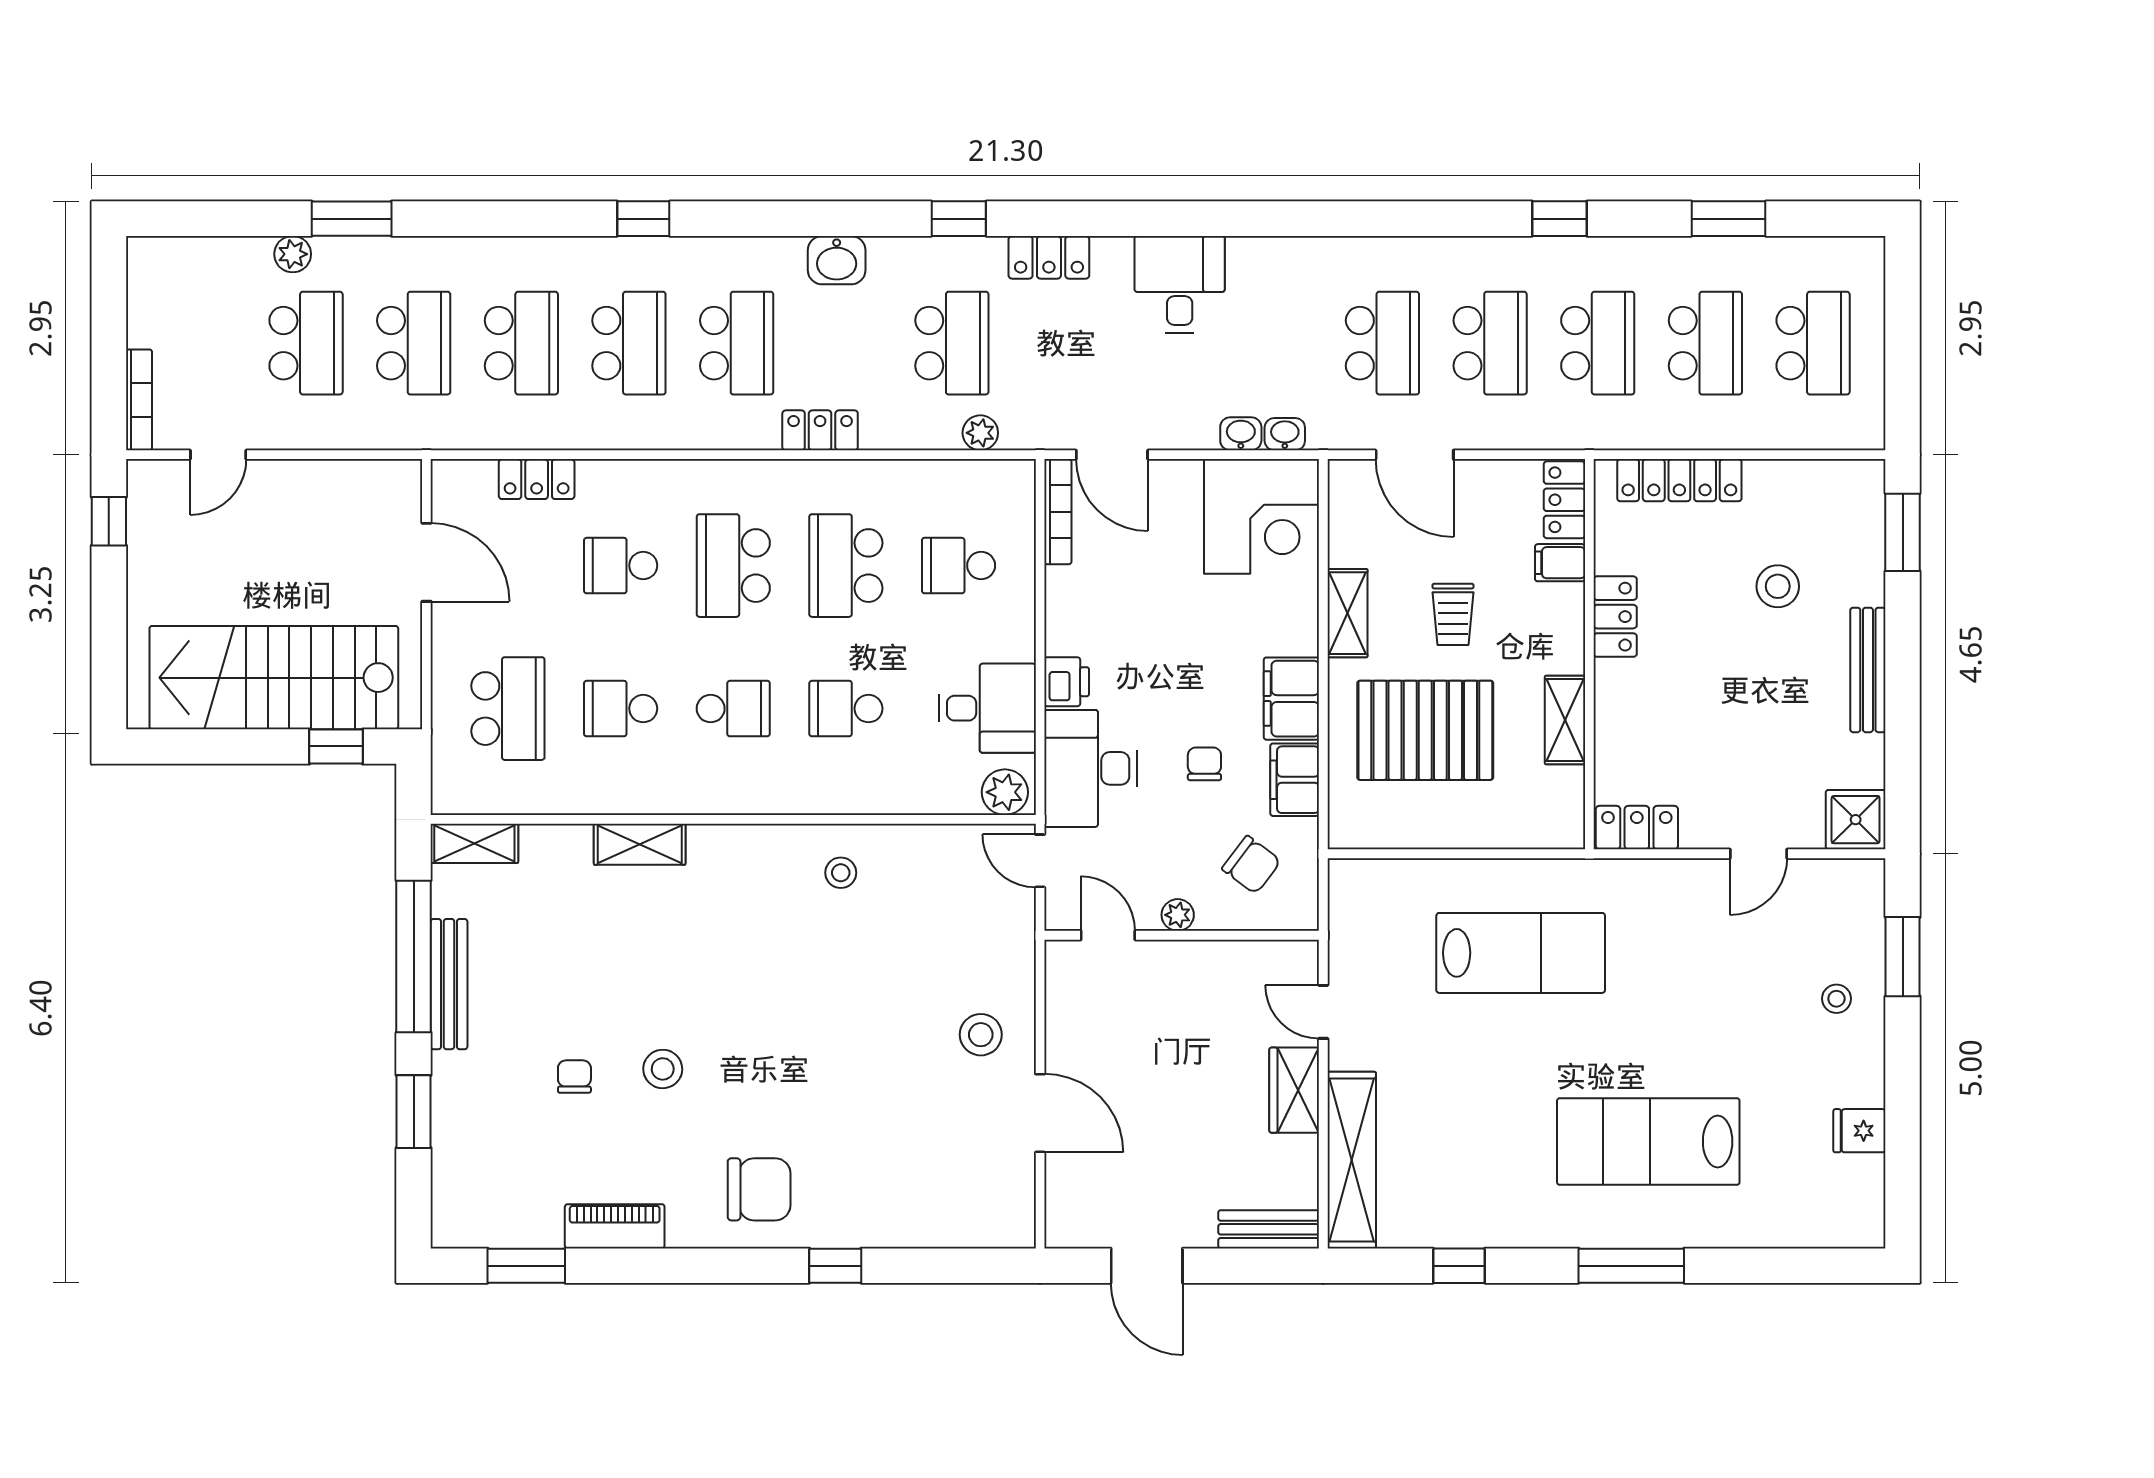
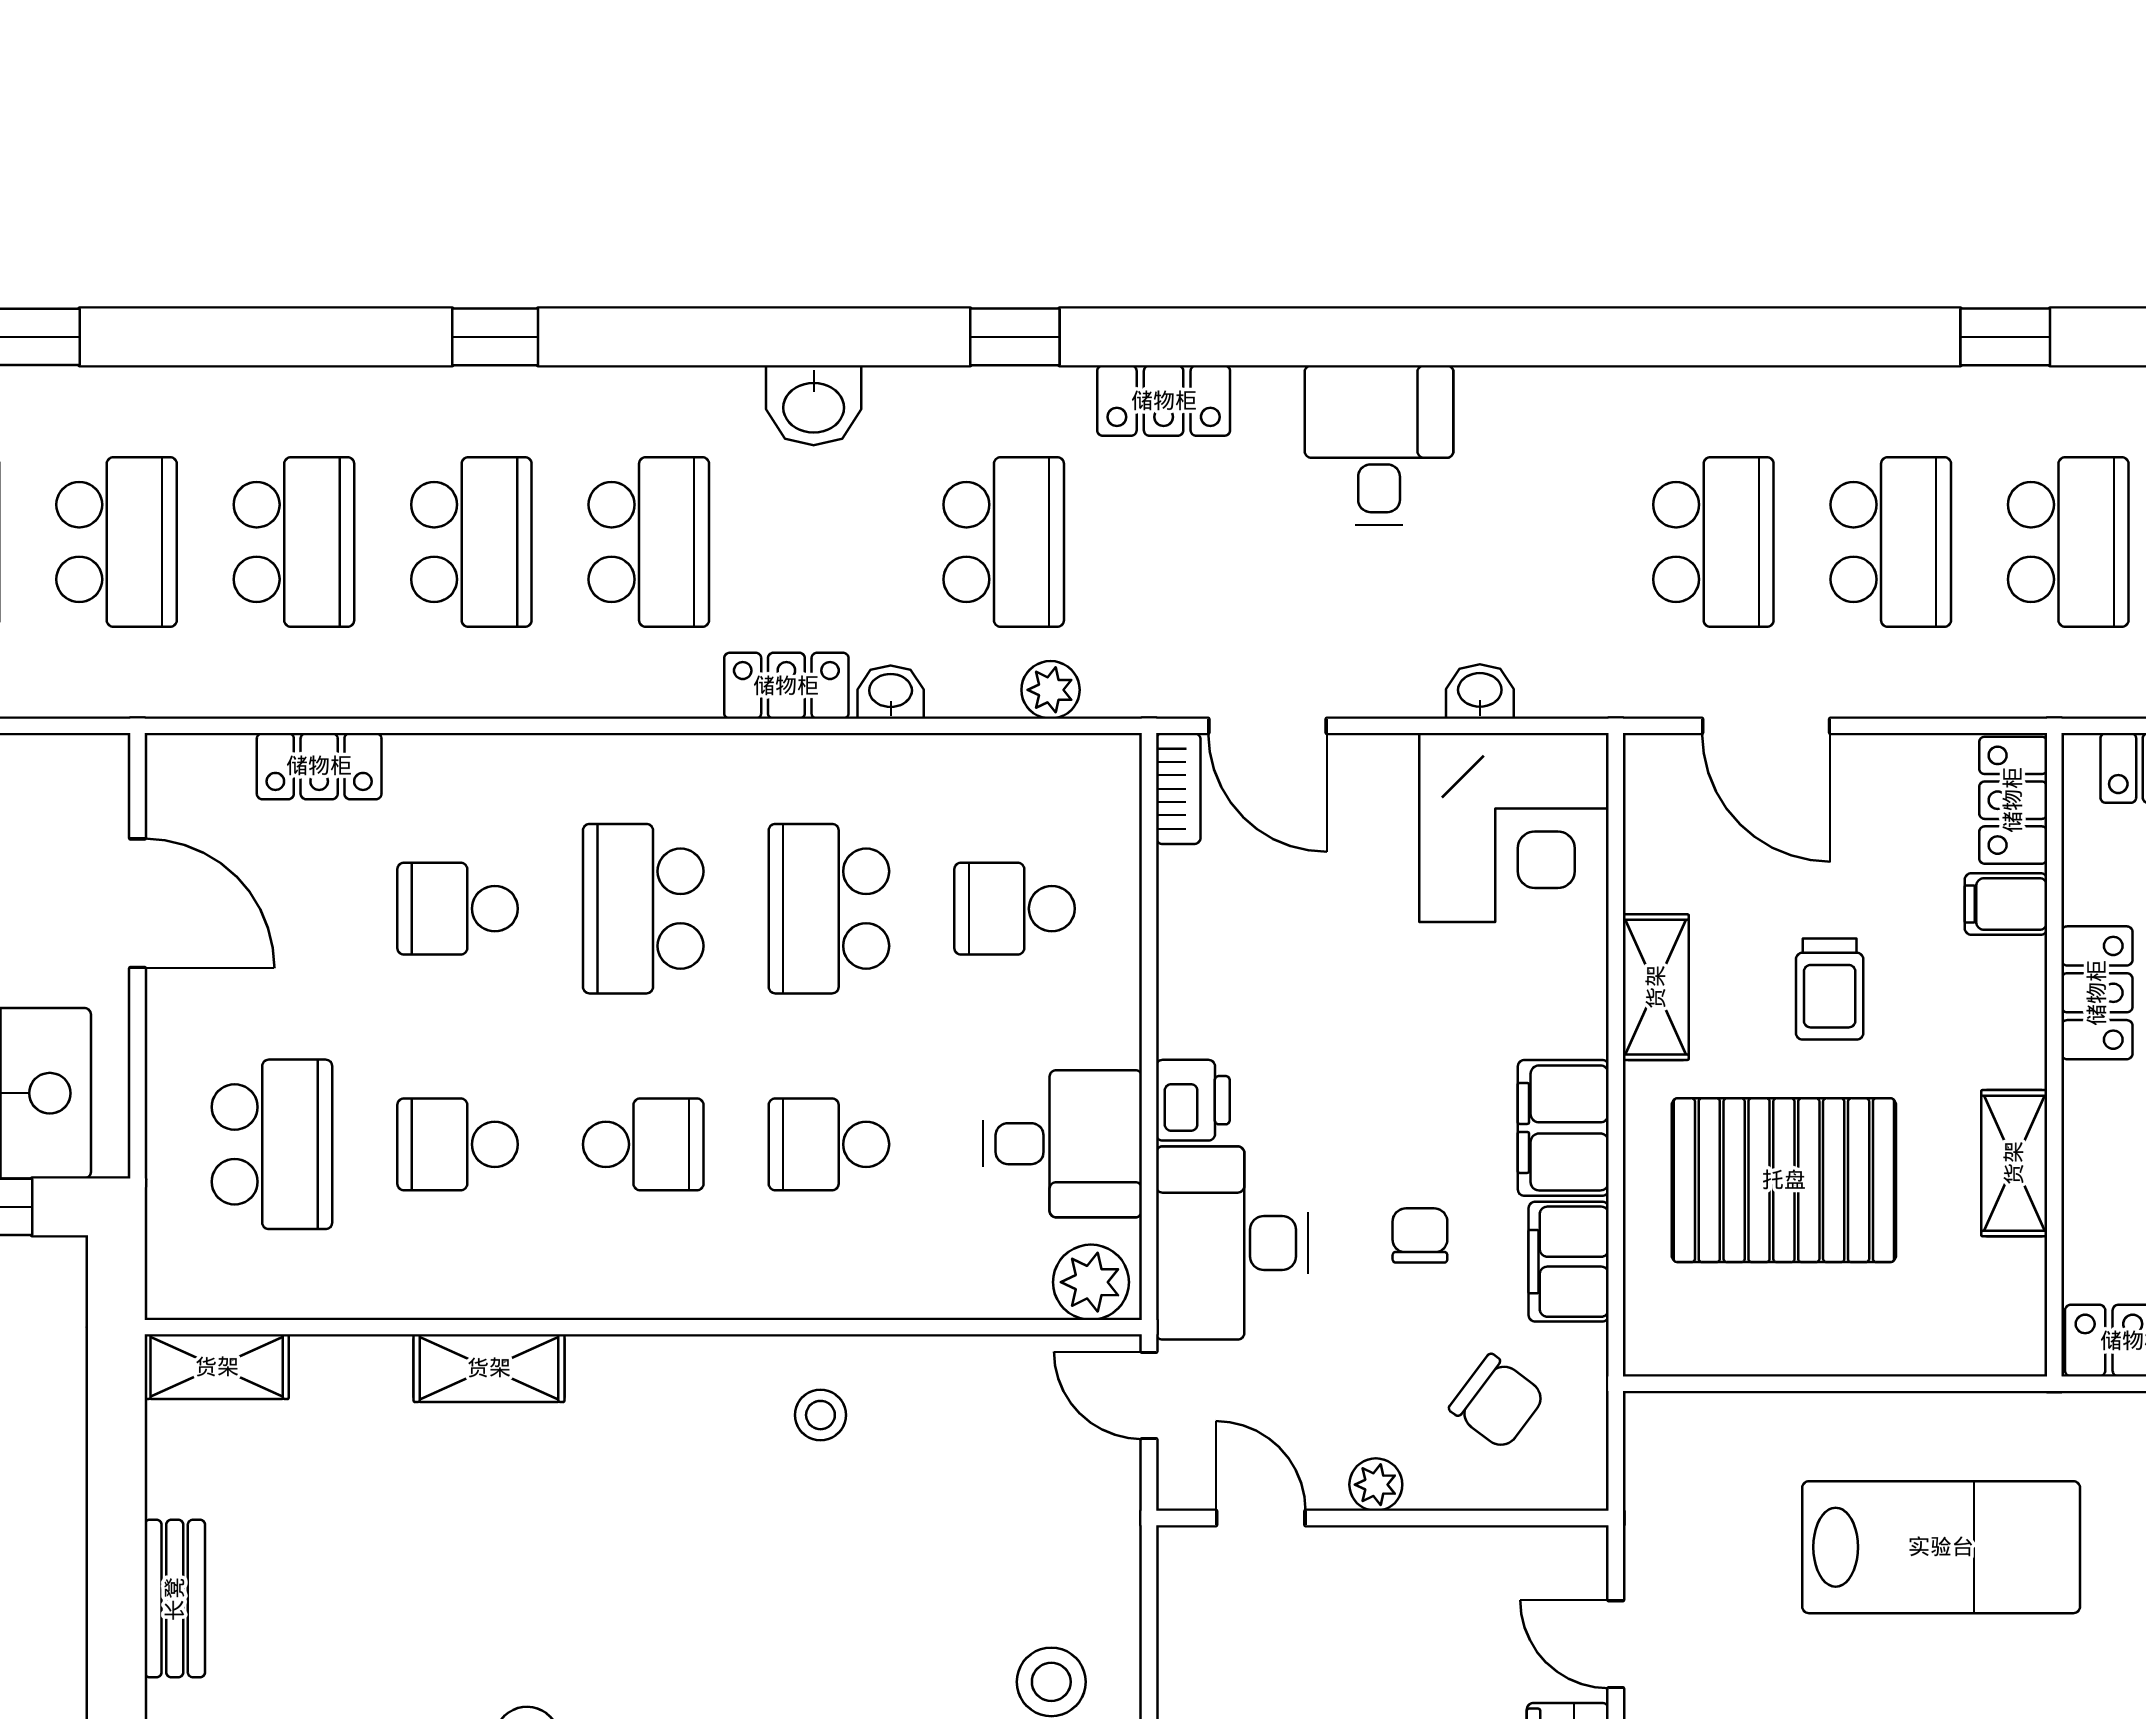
washbasin: (1285, 434) -> (891, 692), moved
bookcase: (1058, 512) -> (1178, 789), width x0.64
window: (414, 956) -> (116, 1553), removed
bench: (449, 984) -> (175, 1599), width x0.73

